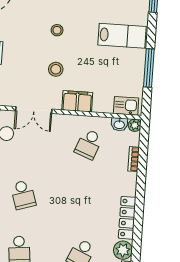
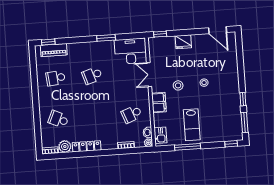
lab bench: (122, 36) -> (192, 125), moved
school desk: (89, 144) -> (132, 114), turned -42

